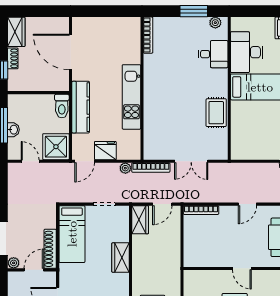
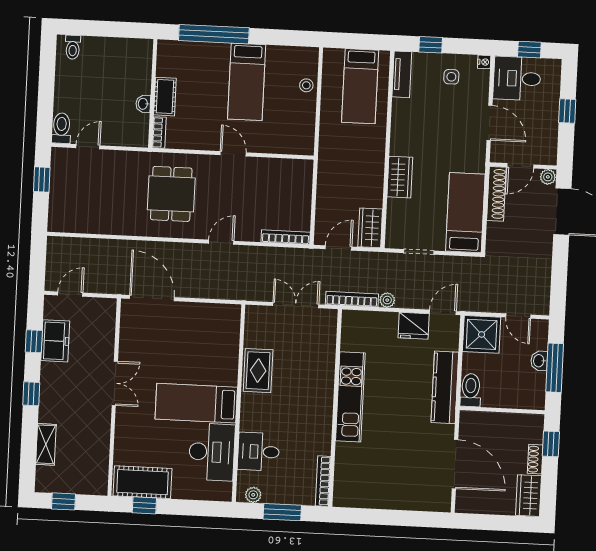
bookcase: (148, 35) -> (323, 481), moved
wall: (142, 88) -> (335, 408), moved
kitchen unit: (131, 97) -> (350, 397), moved

